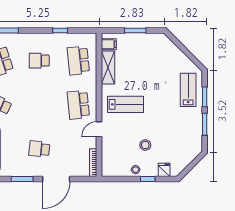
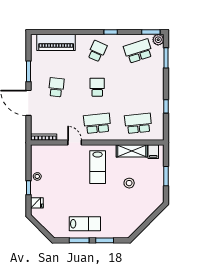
school desk: (39, 61) -> (97, 87), moved
lab bench: (188, 90) -> (85, 224), moved
stool: (145, 145) -> (129, 183), moved

